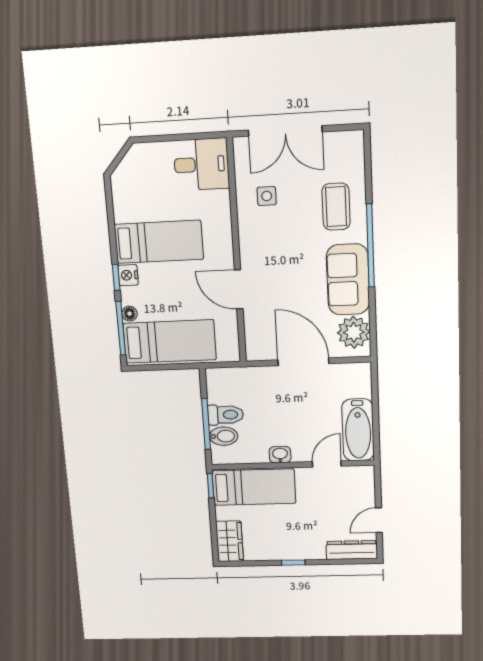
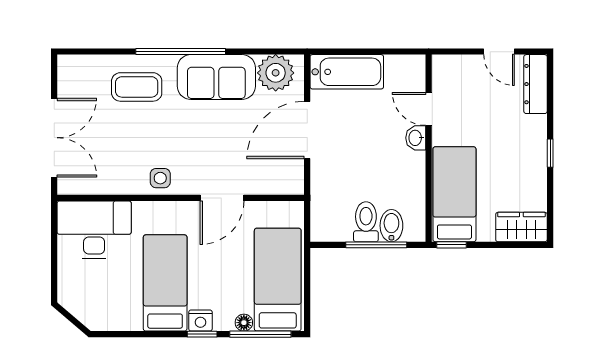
desk: (201, 164) -> (94, 230), width x1.37
side table: (267, 196) -> (160, 178), moved
bathtub: (358, 430) -> (347, 72), moved
washbasin: (280, 455) -> (416, 138), moved

